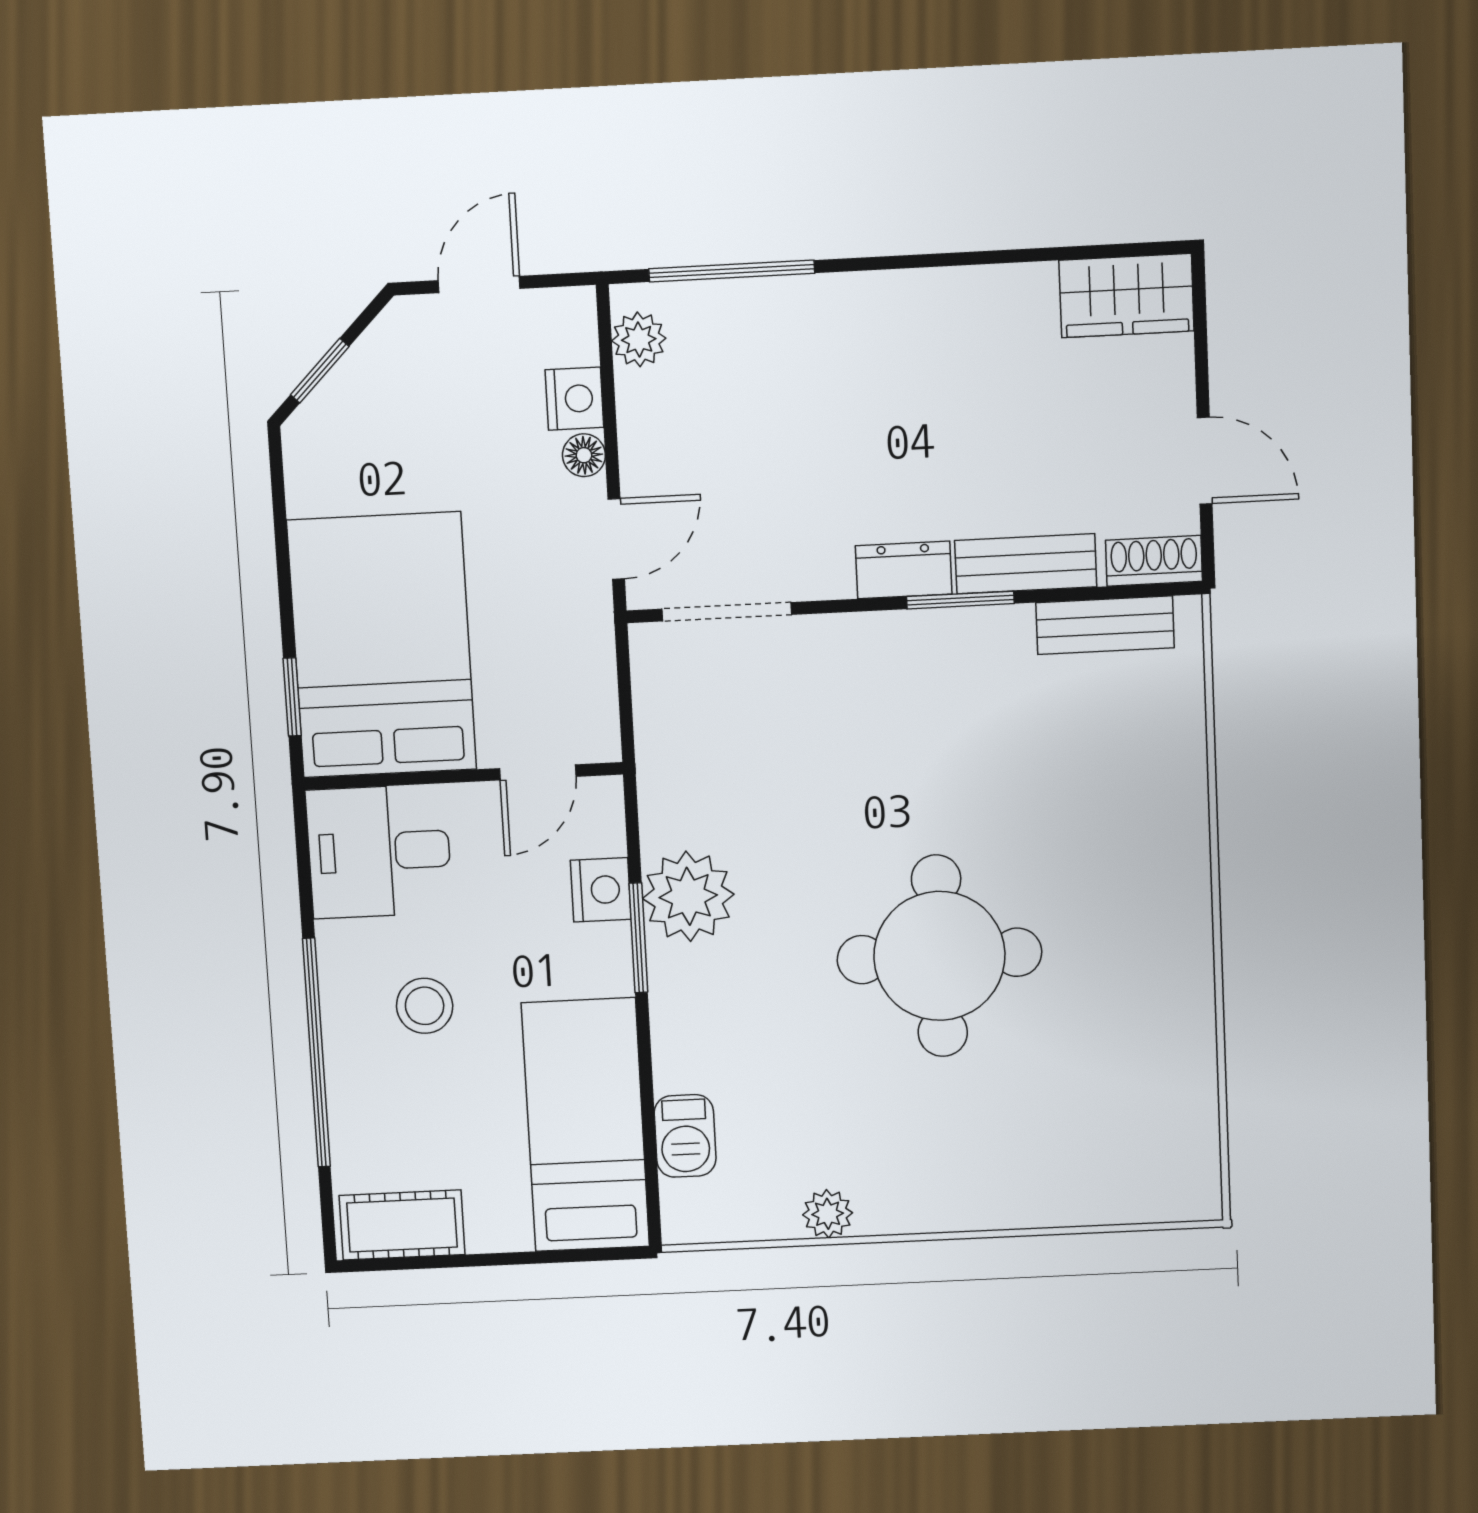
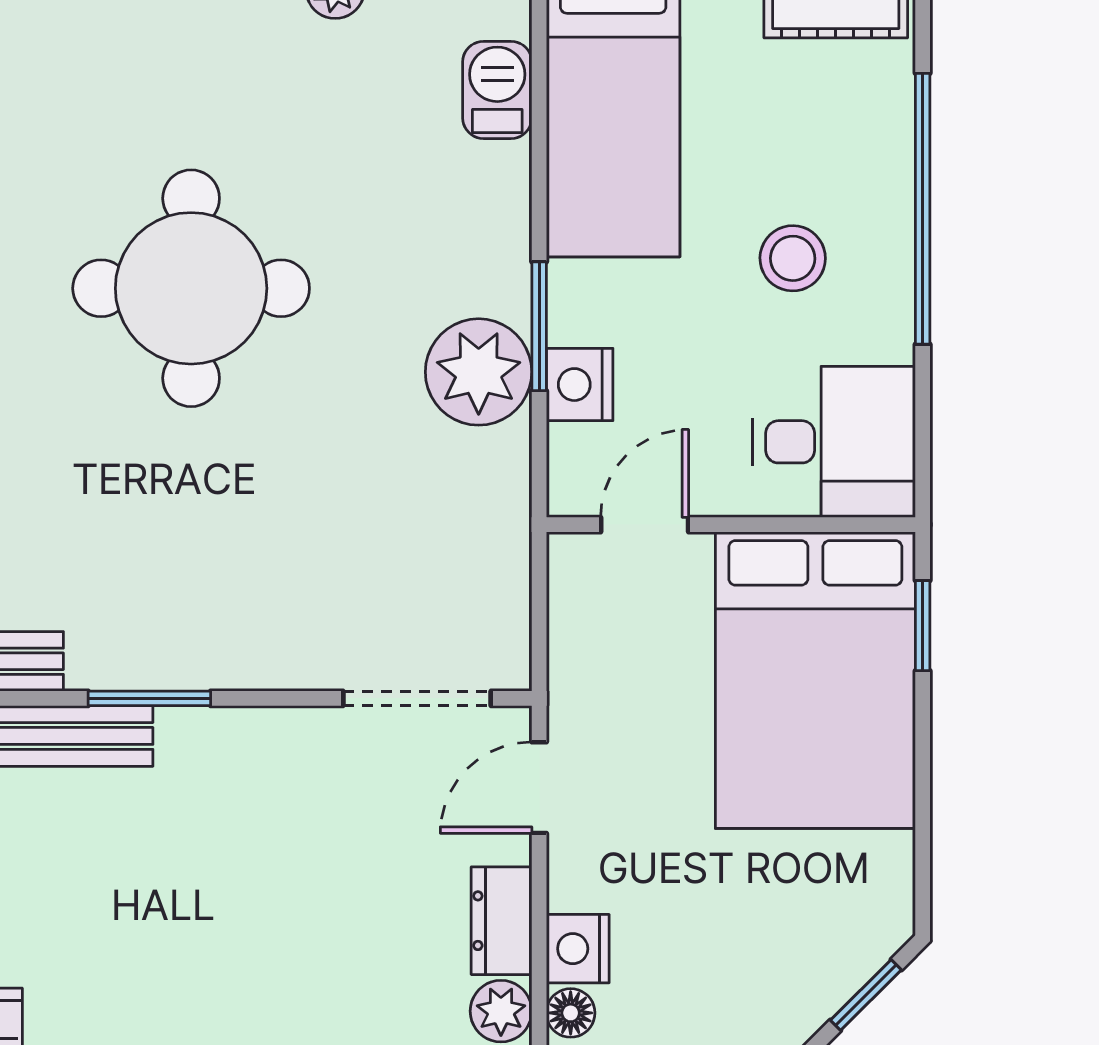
floor lamp: (584, 455) -> (571, 1013), moved
dresser: (904, 570) -> (501, 921), moved, turned 90

